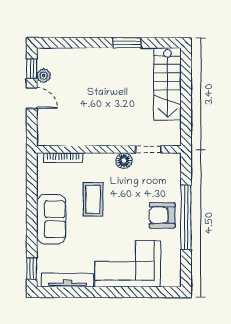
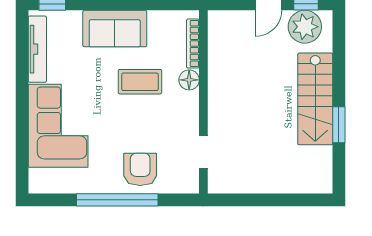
plant: (44, 76) -> (305, 27), width x1.88, depth x1.88
stairs: (167, 84) -> (315, 99), moved, turned -90
floor lamp: (124, 161) -> (189, 80), moved
armchair: (162, 215) -> (140, 169), moved

